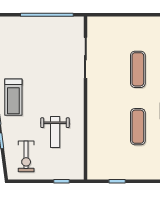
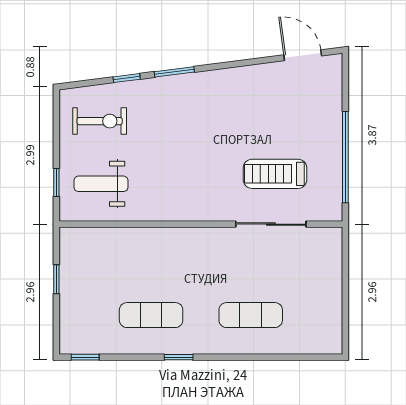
treadmill: (13, 97) -> (275, 174), moved
weight bench: (55, 132) -> (101, 184), moved
exercise bike: (26, 156) -> (100, 121), turned 180

